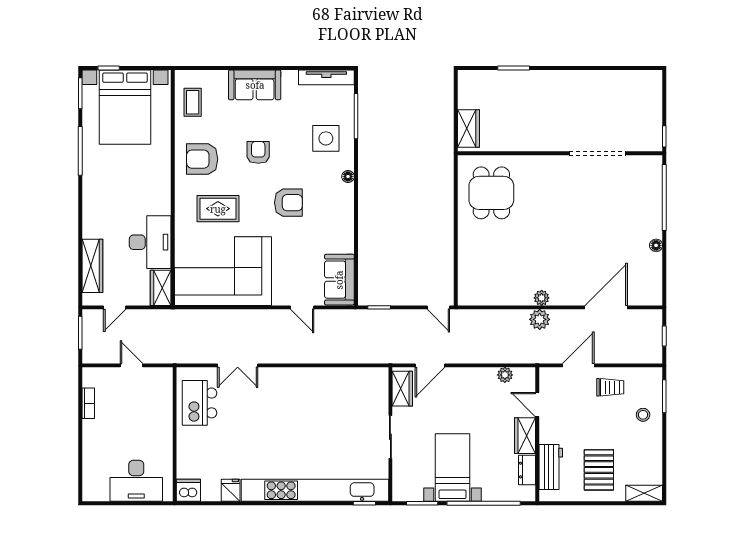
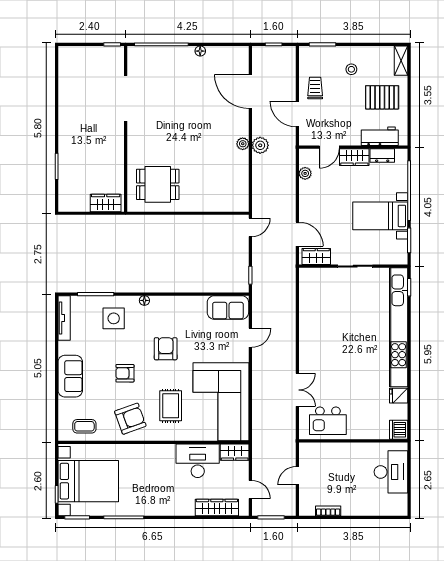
armchair: (202, 159) -> (130, 419), turned -110
stool: (643, 415) -> (351, 69), moved

